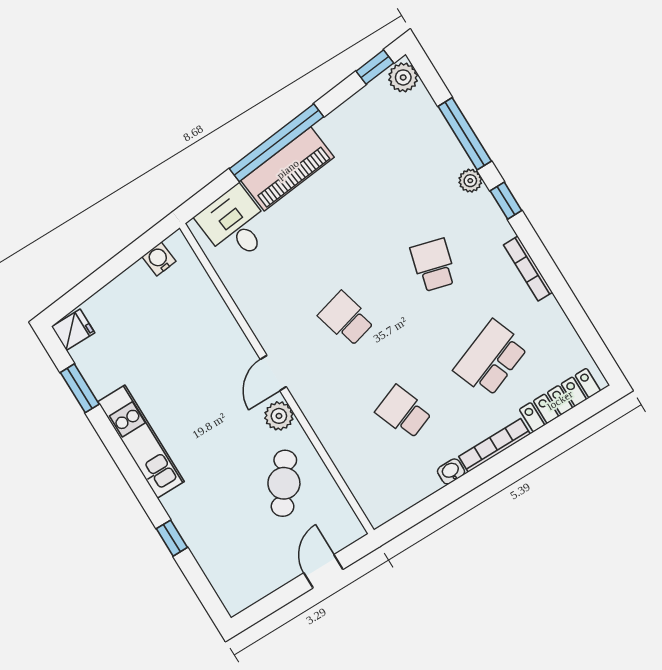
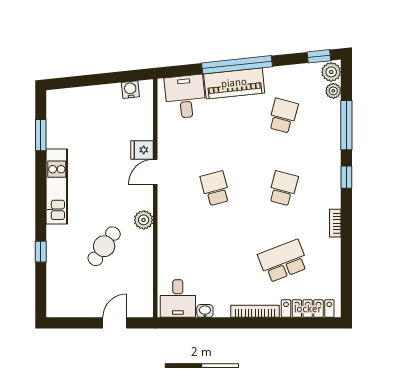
plant: (470, 181) -> (333, 91), moved
bookcase: (528, 269) -> (335, 223), width x0.64
fridge: (73, 330) -> (142, 150), moved, turned 180
door: (273, 373) -> (155, 172), moved
school desk: (404, 412) -> (283, 116), moved, turned 36
washbasin: (451, 471) -> (205, 311), moved
cafe table: (284, 483) -> (104, 246), moved
desk: (385, 490) -> (178, 299), added

